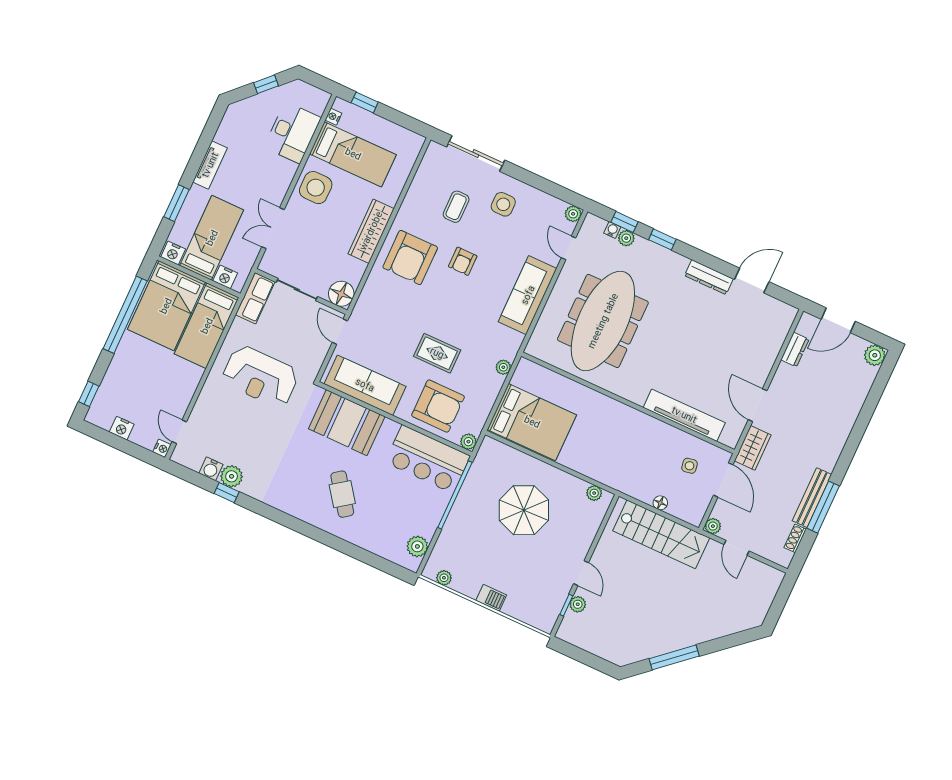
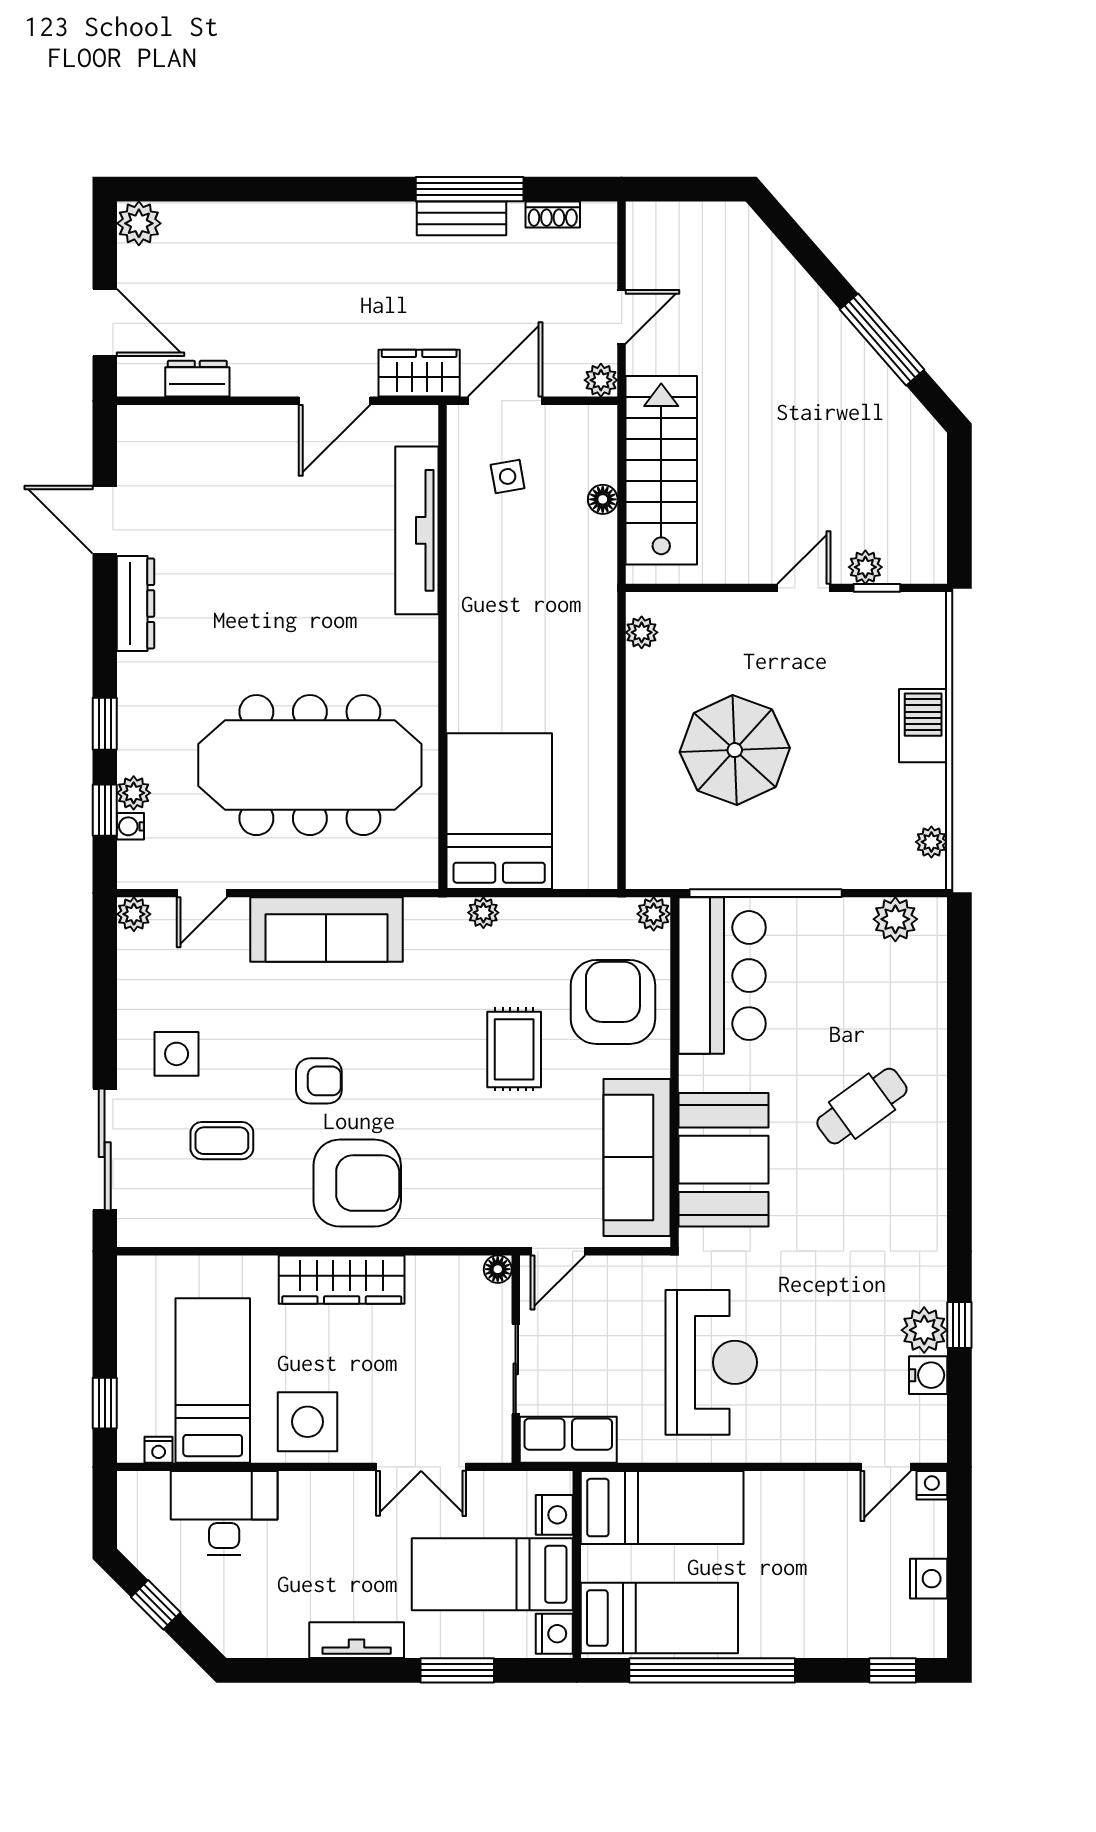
floor lamp: (341, 294) -> (498, 1269), width x0.53, depth x0.53
bed: (166, 306) -> (659, 1618), width x0.67
bed: (532, 422) -> (499, 811), moved
bench: (812, 498) -> (462, 218), width x0.73
barbecue: (491, 598) -> (923, 726), width x1.38, depth x1.27

